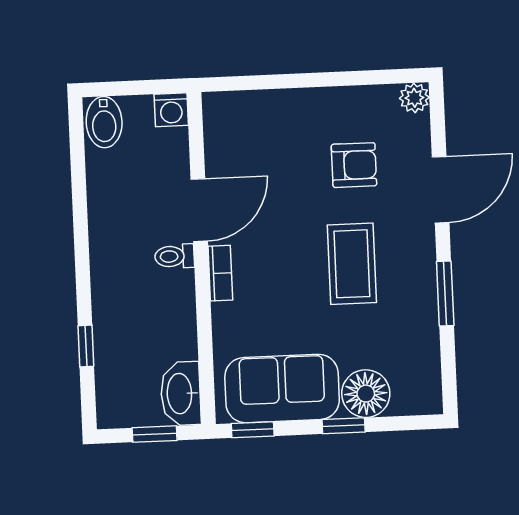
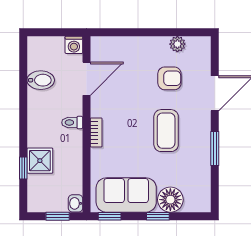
plant: (414, 98) -> (177, 44), moved
bidet: (104, 122) -> (41, 80), moved, turned -90
door: (199, 210) -> (86, 79), moved
shower: (117, 331) -> (40, 161), added
washbasin: (181, 394) -> (75, 203), width x0.52, depth x0.69

